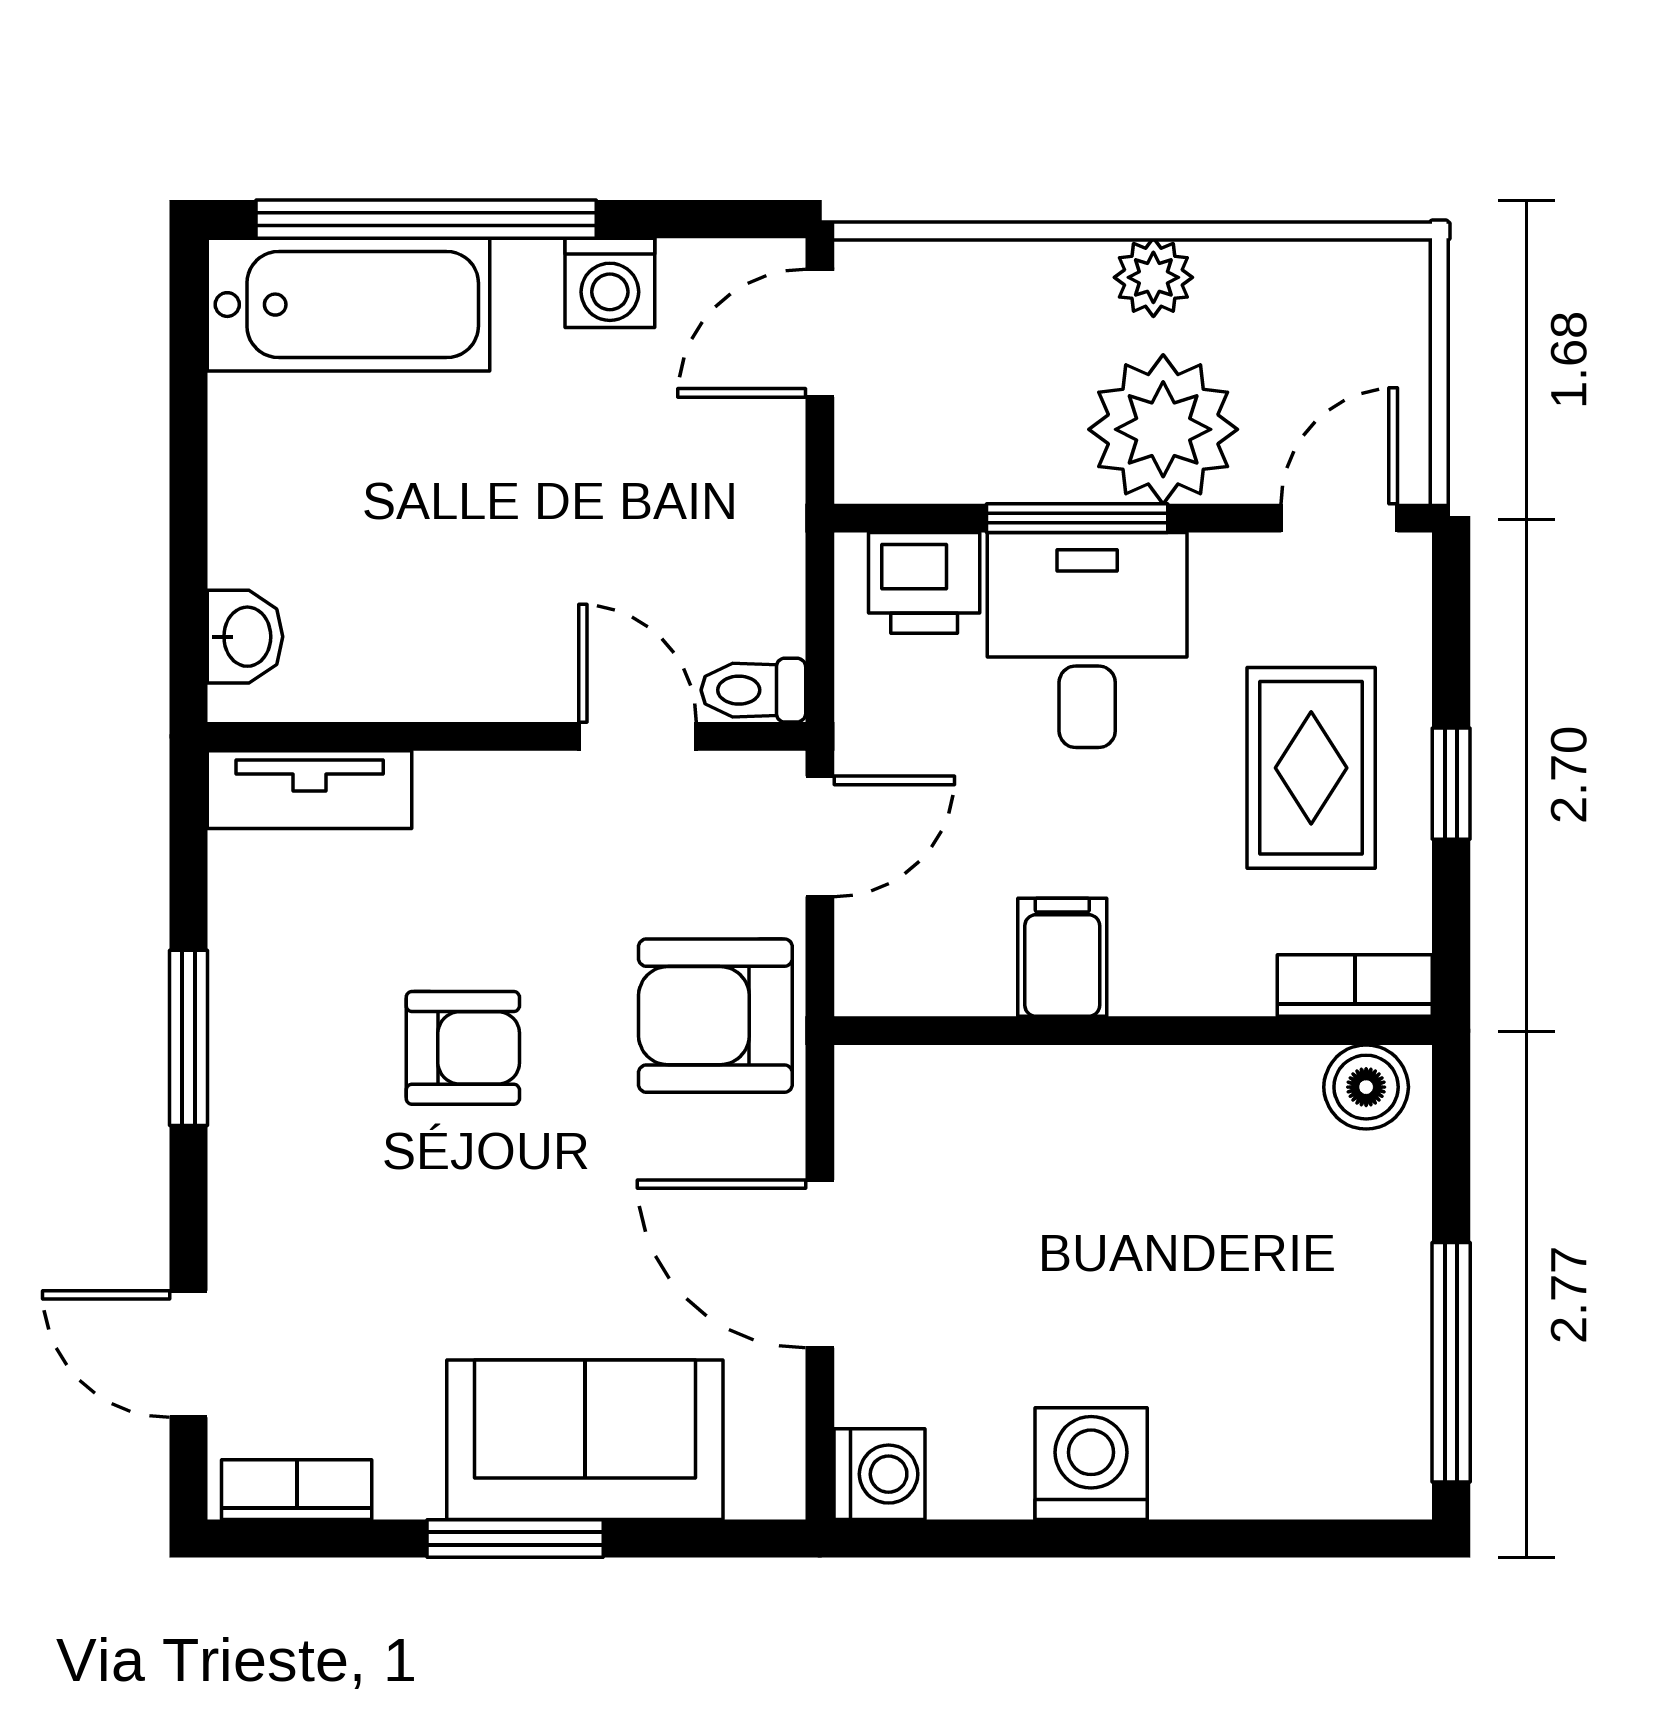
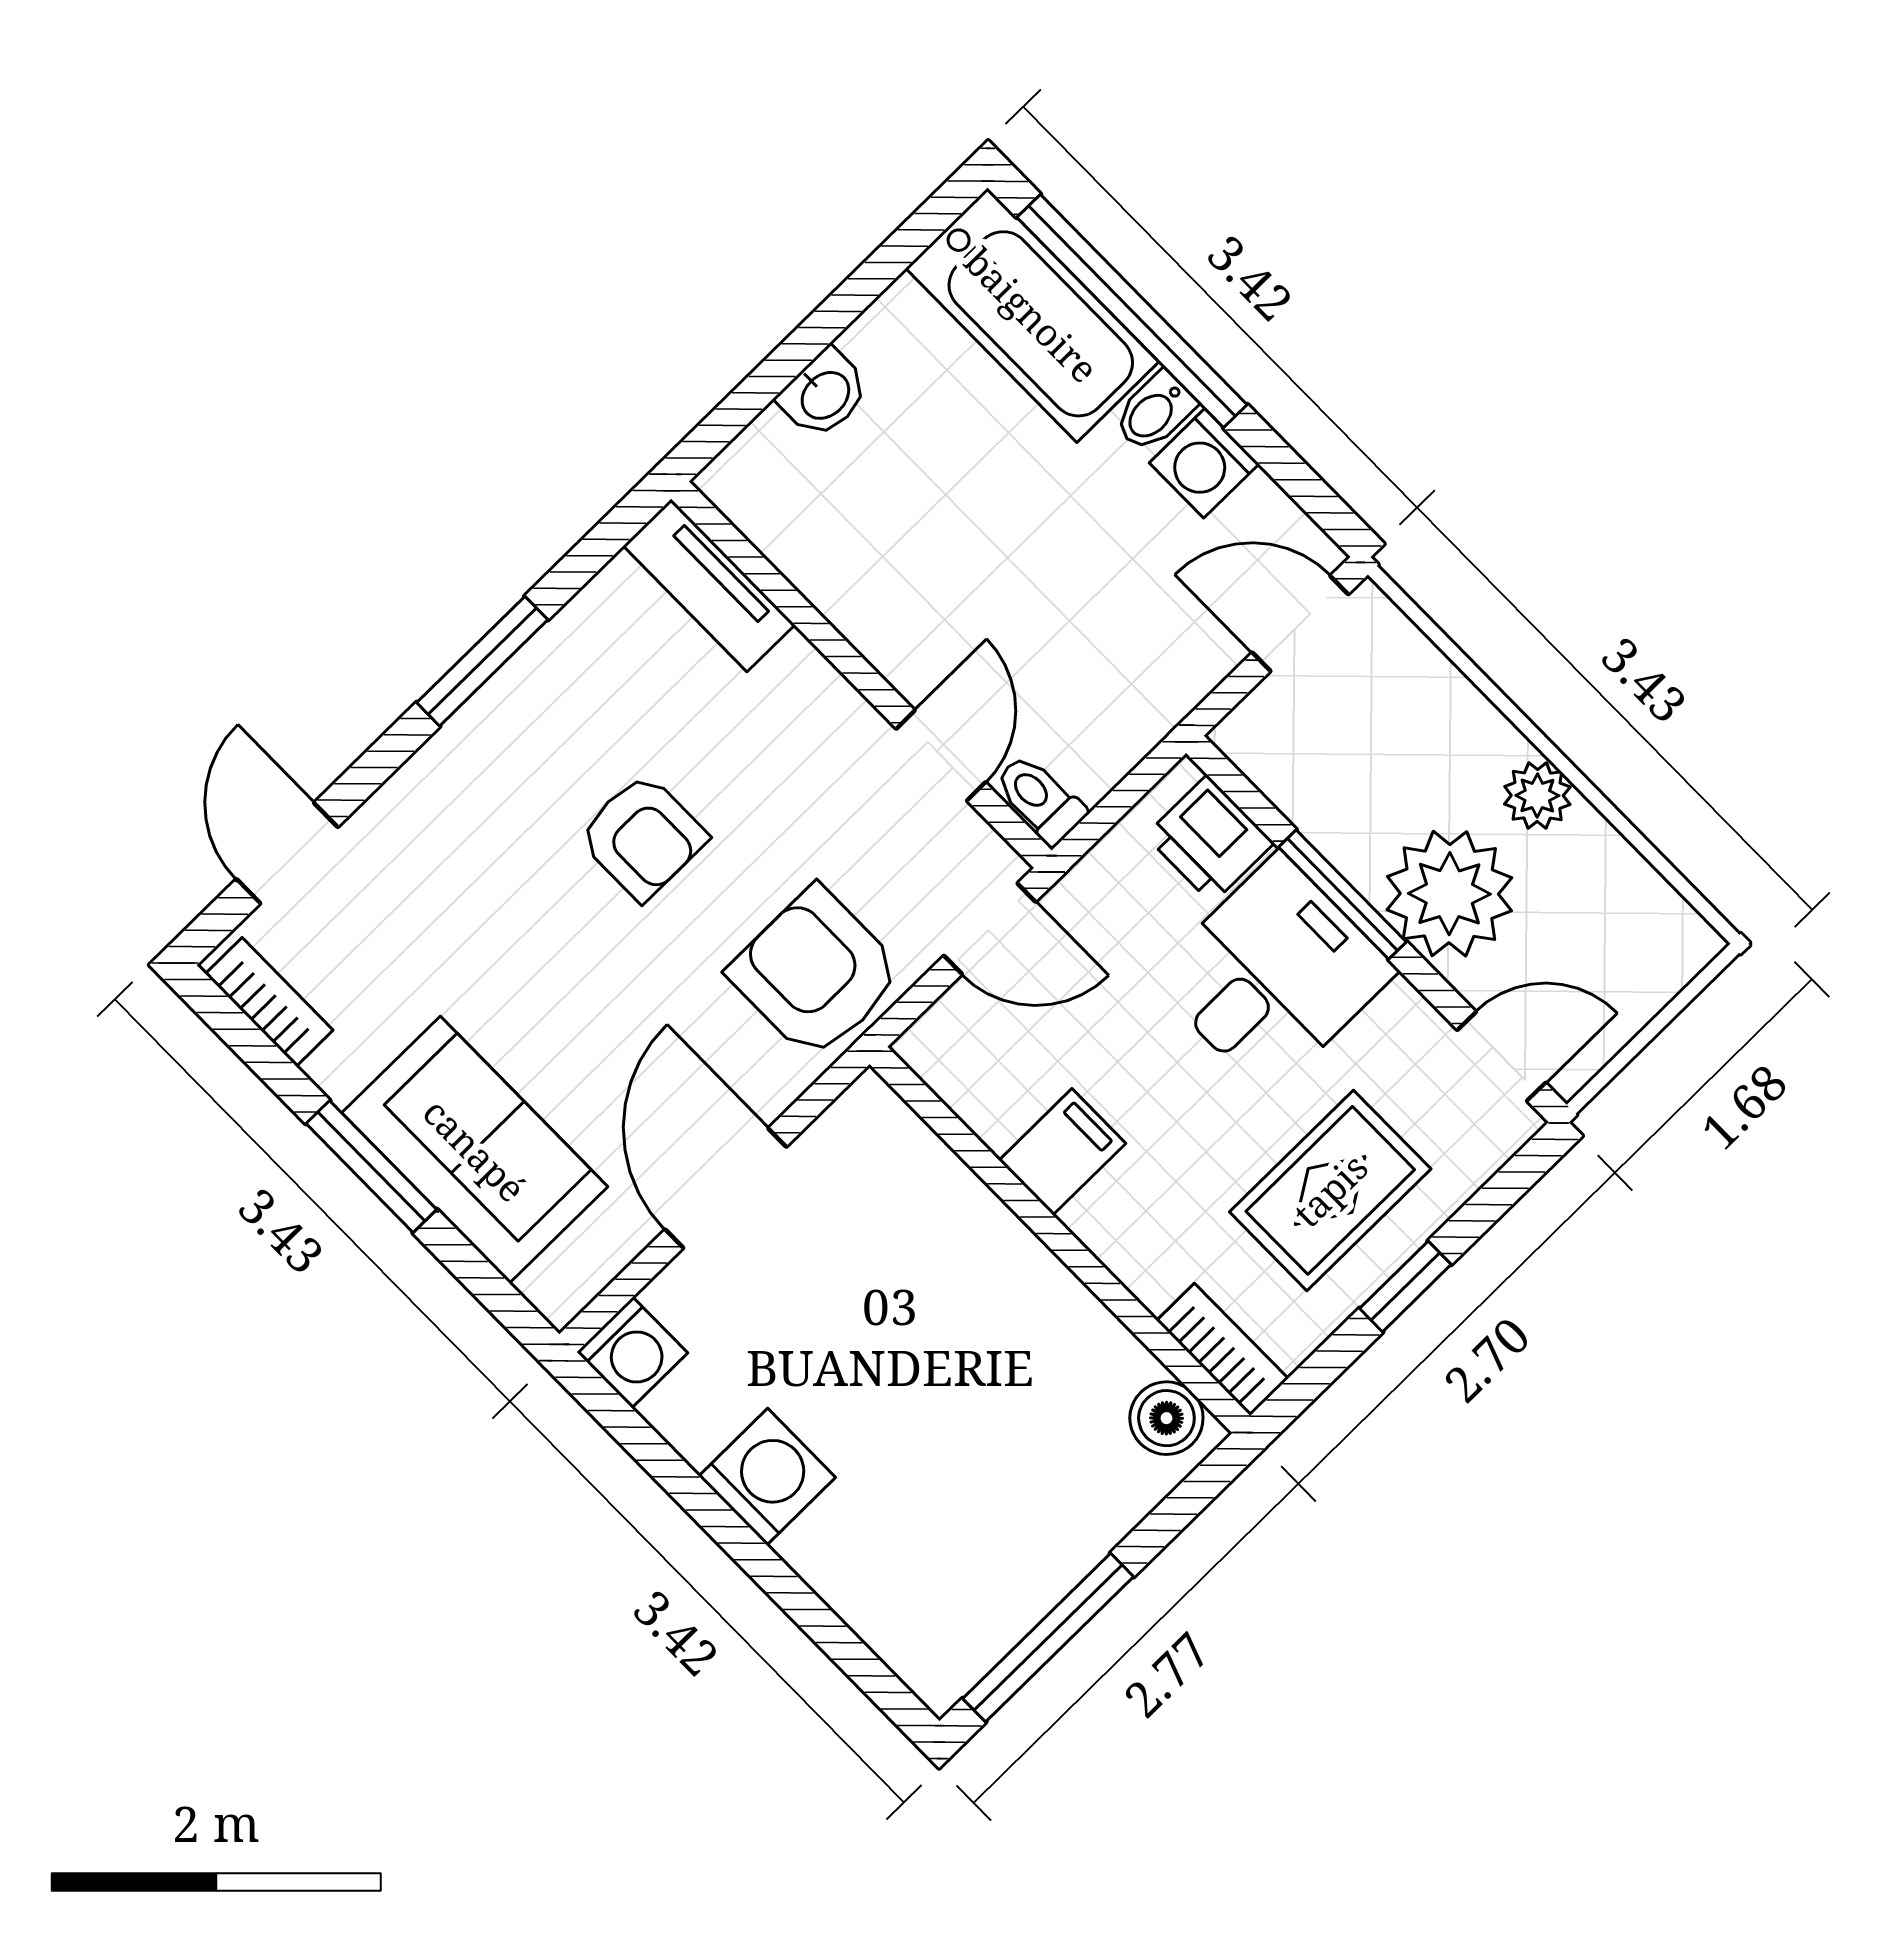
bidet: (527, 282) -> (1154, 412), added
washbasin: (245, 637) -> (824, 394), moved

